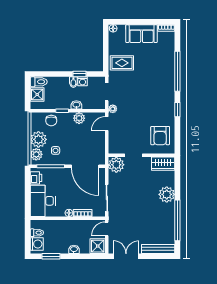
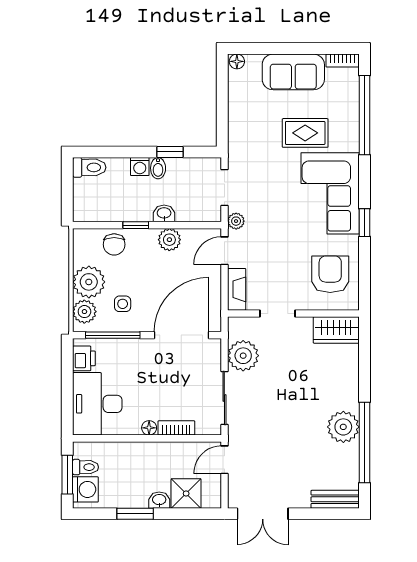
rug: (122, 63) -> (305, 133), moved
window: (177, 71) -> (364, 115), moved
washing machine: (83, 81) -> (140, 167), moved
shower: (37, 94) -> (86, 193), removed
corner sofa: (160, 95) -> (330, 193), added
armchair: (160, 136) -> (330, 274), turned 180
fireplace: (113, 143) -> (237, 289), added
plant: (116, 165) -> (243, 356), moved
door: (85, 166) -> (181, 335), swing flipped
plant: (167, 194) -> (343, 427), moved
window: (28, 236) -> (67, 475), added
shower: (98, 246) -> (186, 494), moved
bench: (158, 249) -> (335, 499), width x0.73
window: (51, 256) -> (135, 514), moved
double door: (126, 256) -> (263, 514), swing flipped

